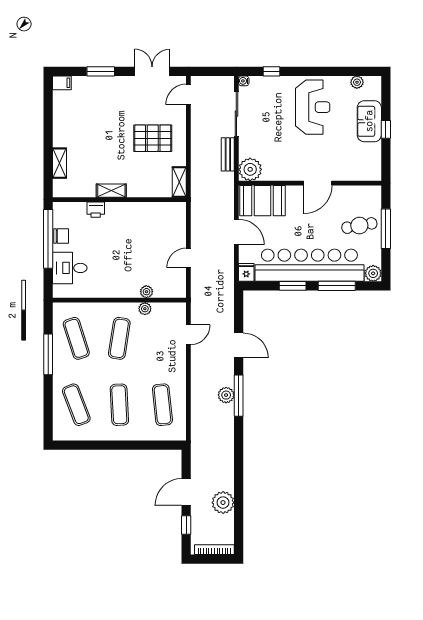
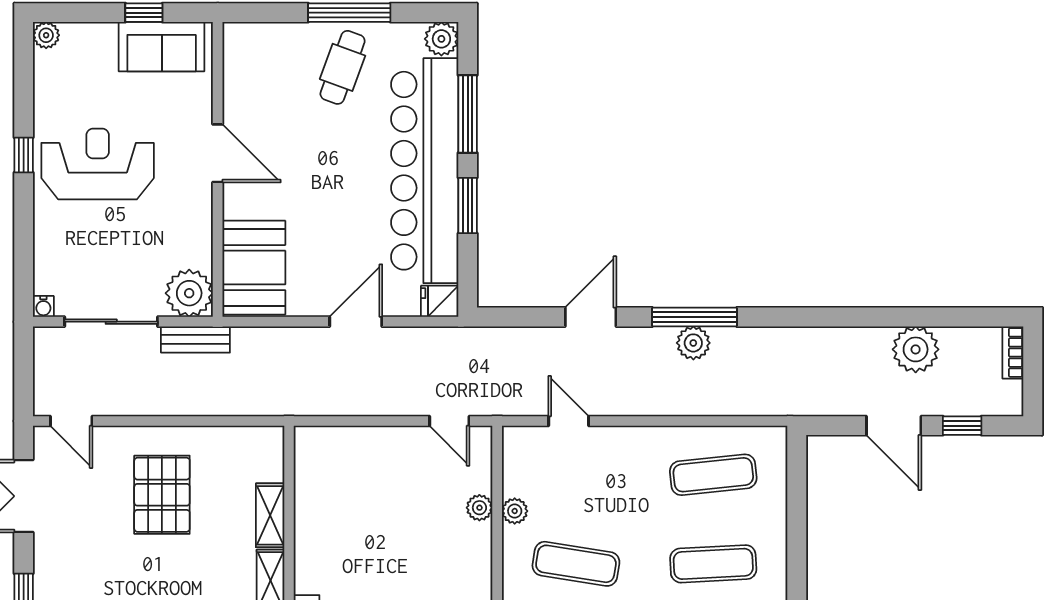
window: (271, 71) -> (24, 155), moved
plant: (357, 82) -> (46, 35), moved
sofa: (369, 121) -> (162, 47), moved
plant: (250, 169) -> (189, 293), moved
shelving: (179, 182) -> (270, 515), moved, turned 90
wall: (310, 183) -> (218, 169), moved
door: (318, 183) -> (218, 153), moved
booth: (263, 201) -> (254, 268), moved
cafe table: (359, 226) -> (343, 67), turned 30
door: (188, 258) -> (449, 421), moved
bookcase: (214, 550) -> (1013, 352), width x0.64

